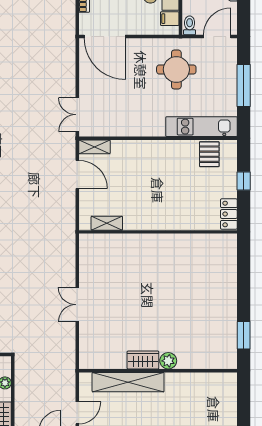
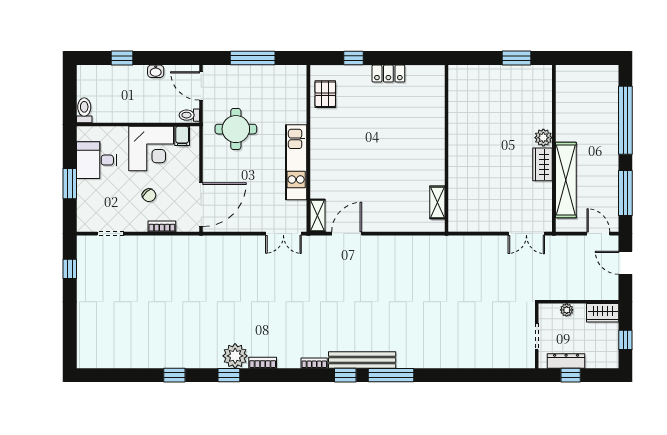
kitchen unit: (202, 127) -> (296, 162), moved
pallet: (209, 154) -> (325, 94), turned 90
shelving: (107, 223) -> (437, 202), moved
wall: (158, 232) -> (446, 148), moved
double door: (77, 305) -> (526, 234), moved

